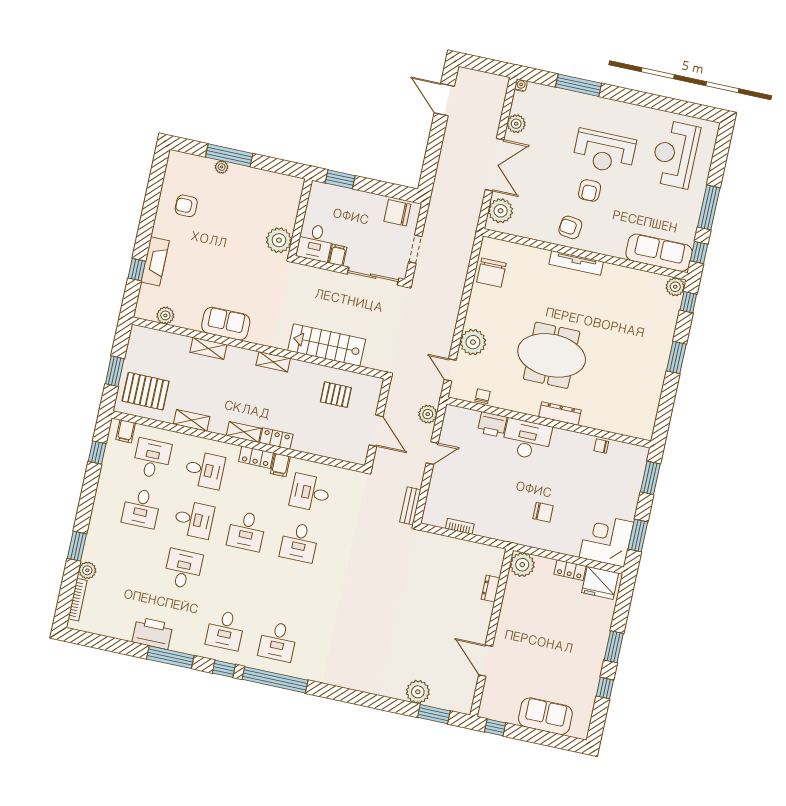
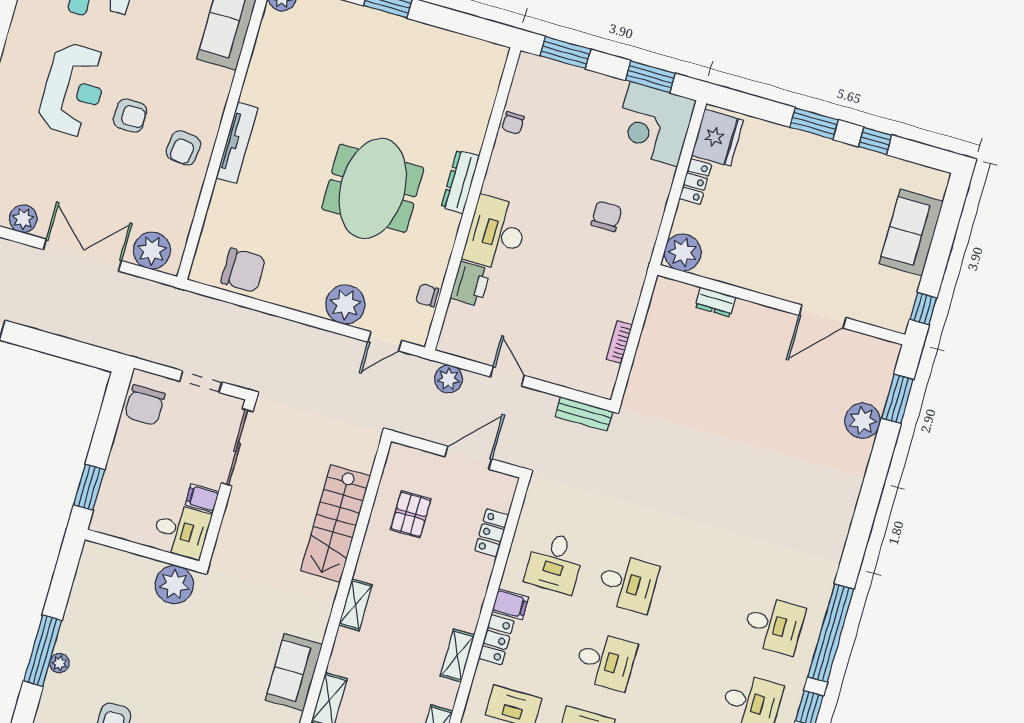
locker: (276, 439) -> (492, 533), moved

